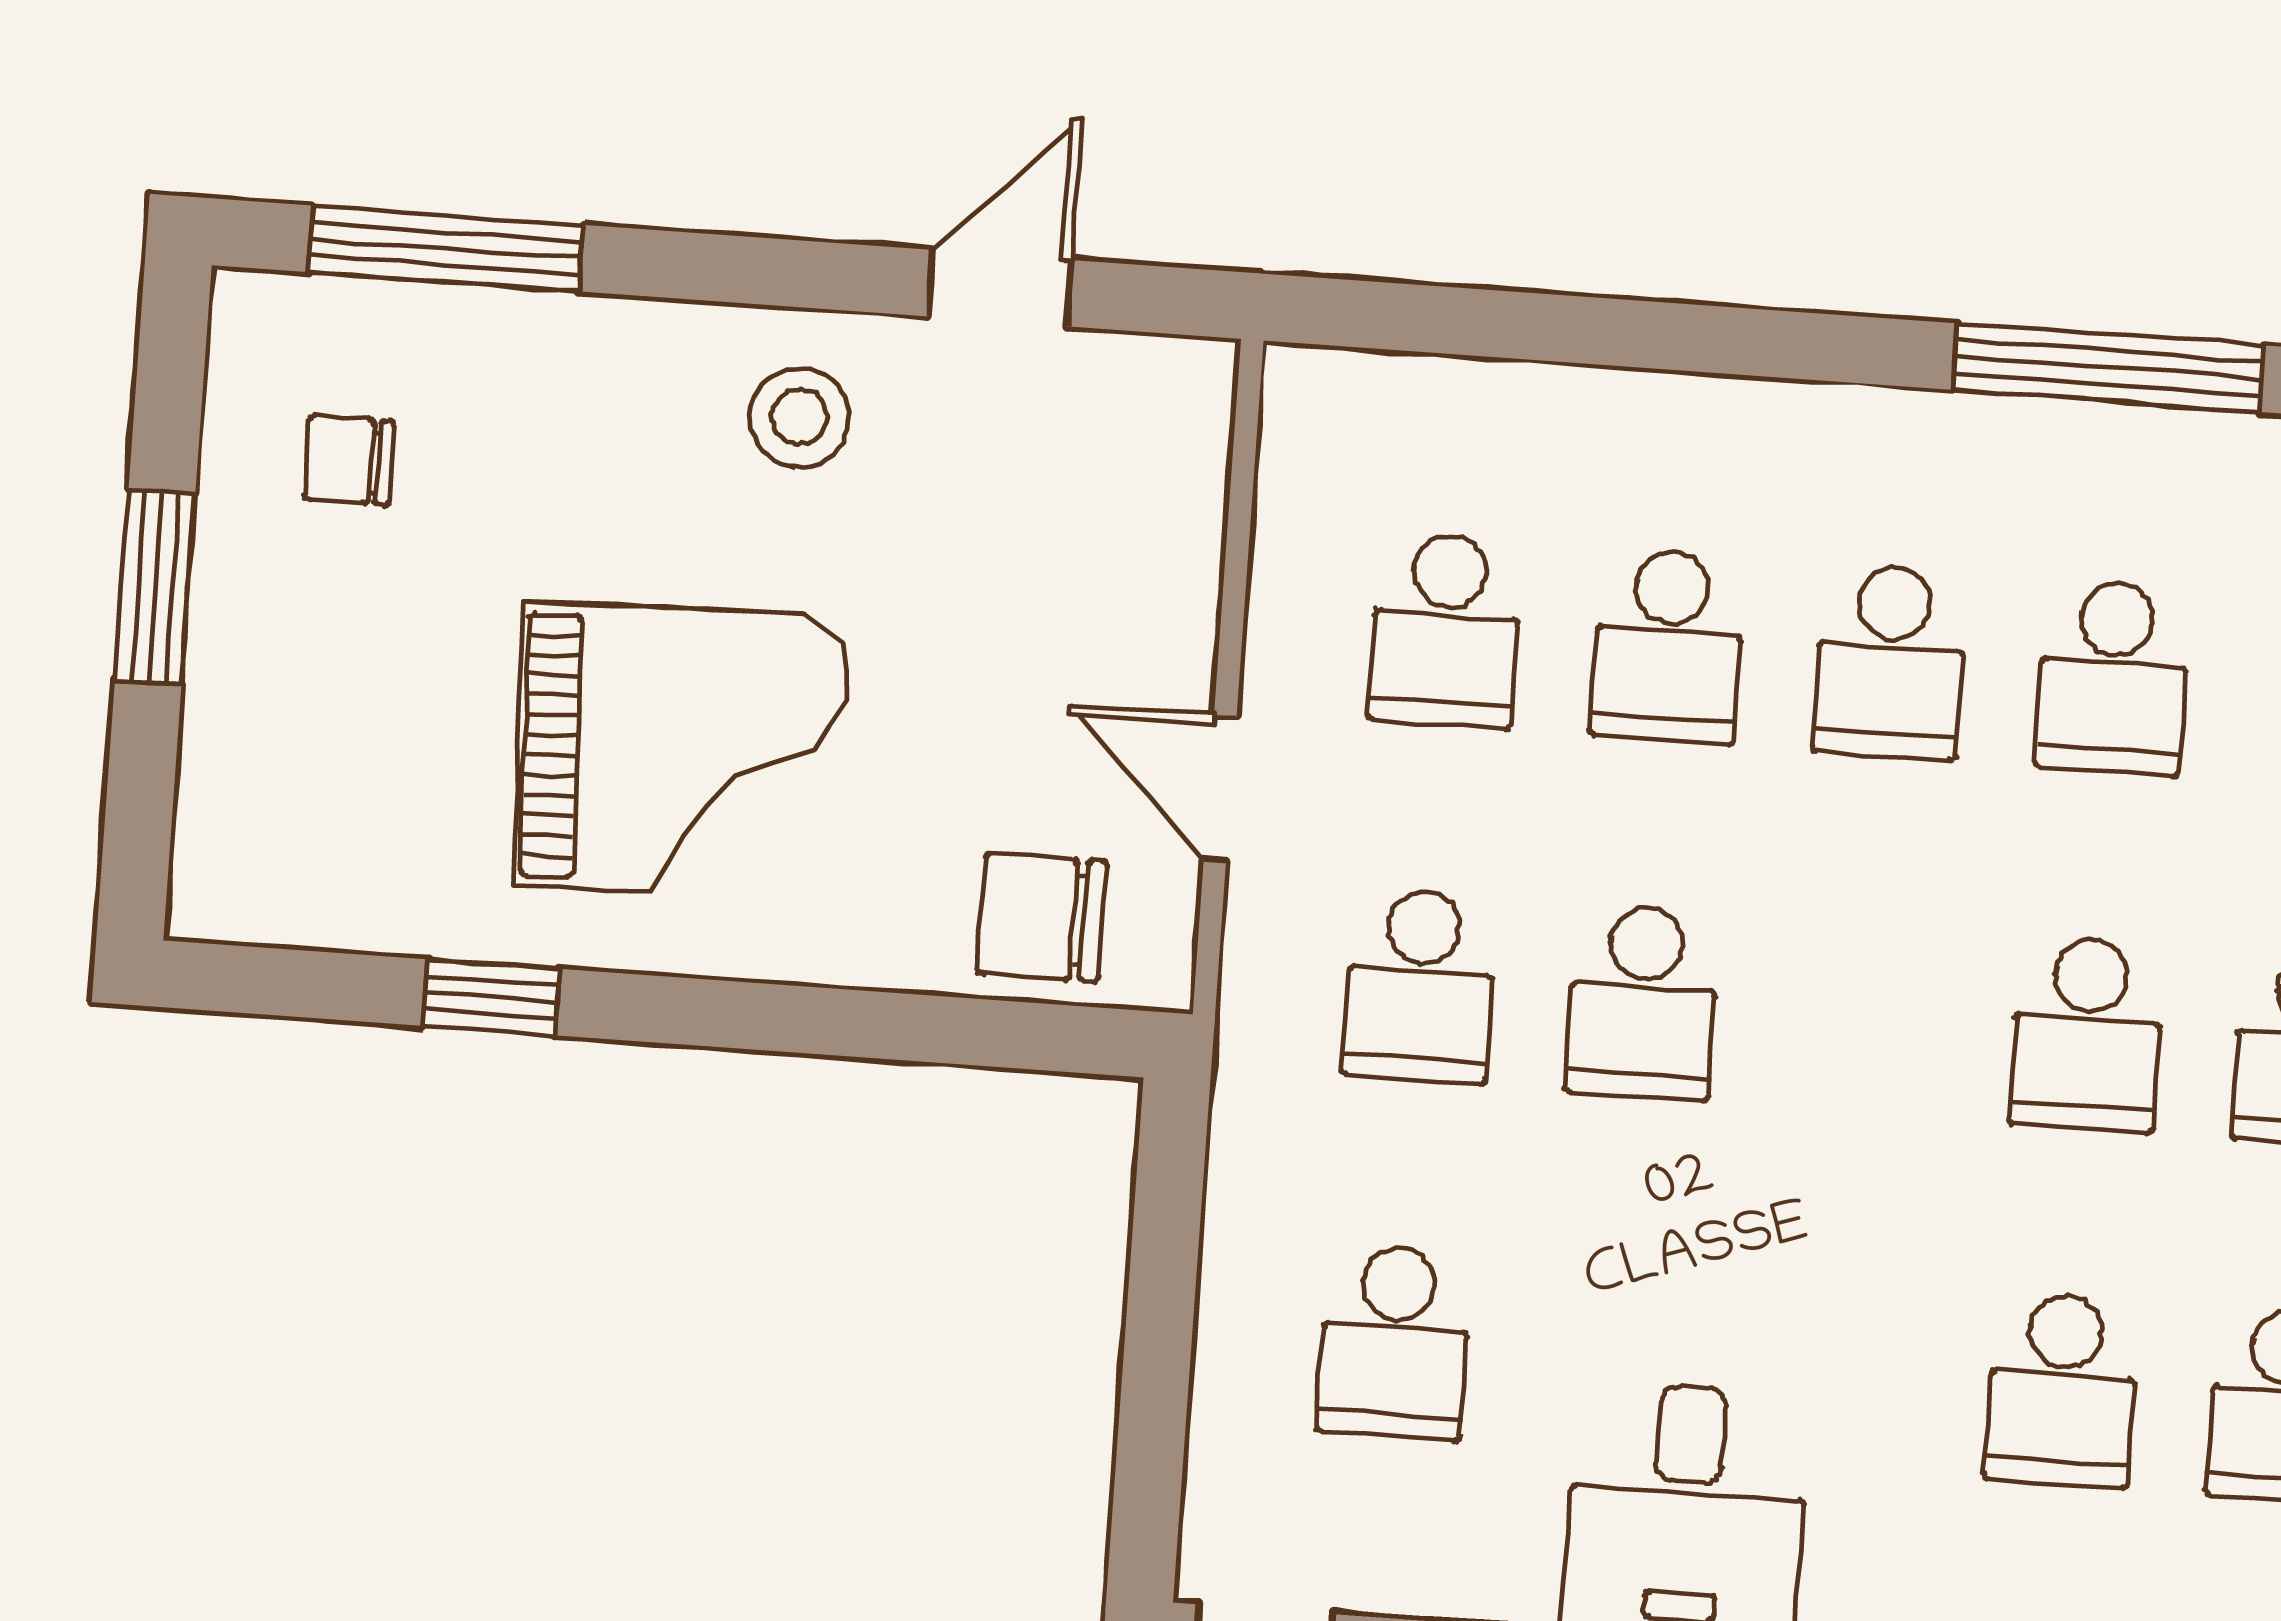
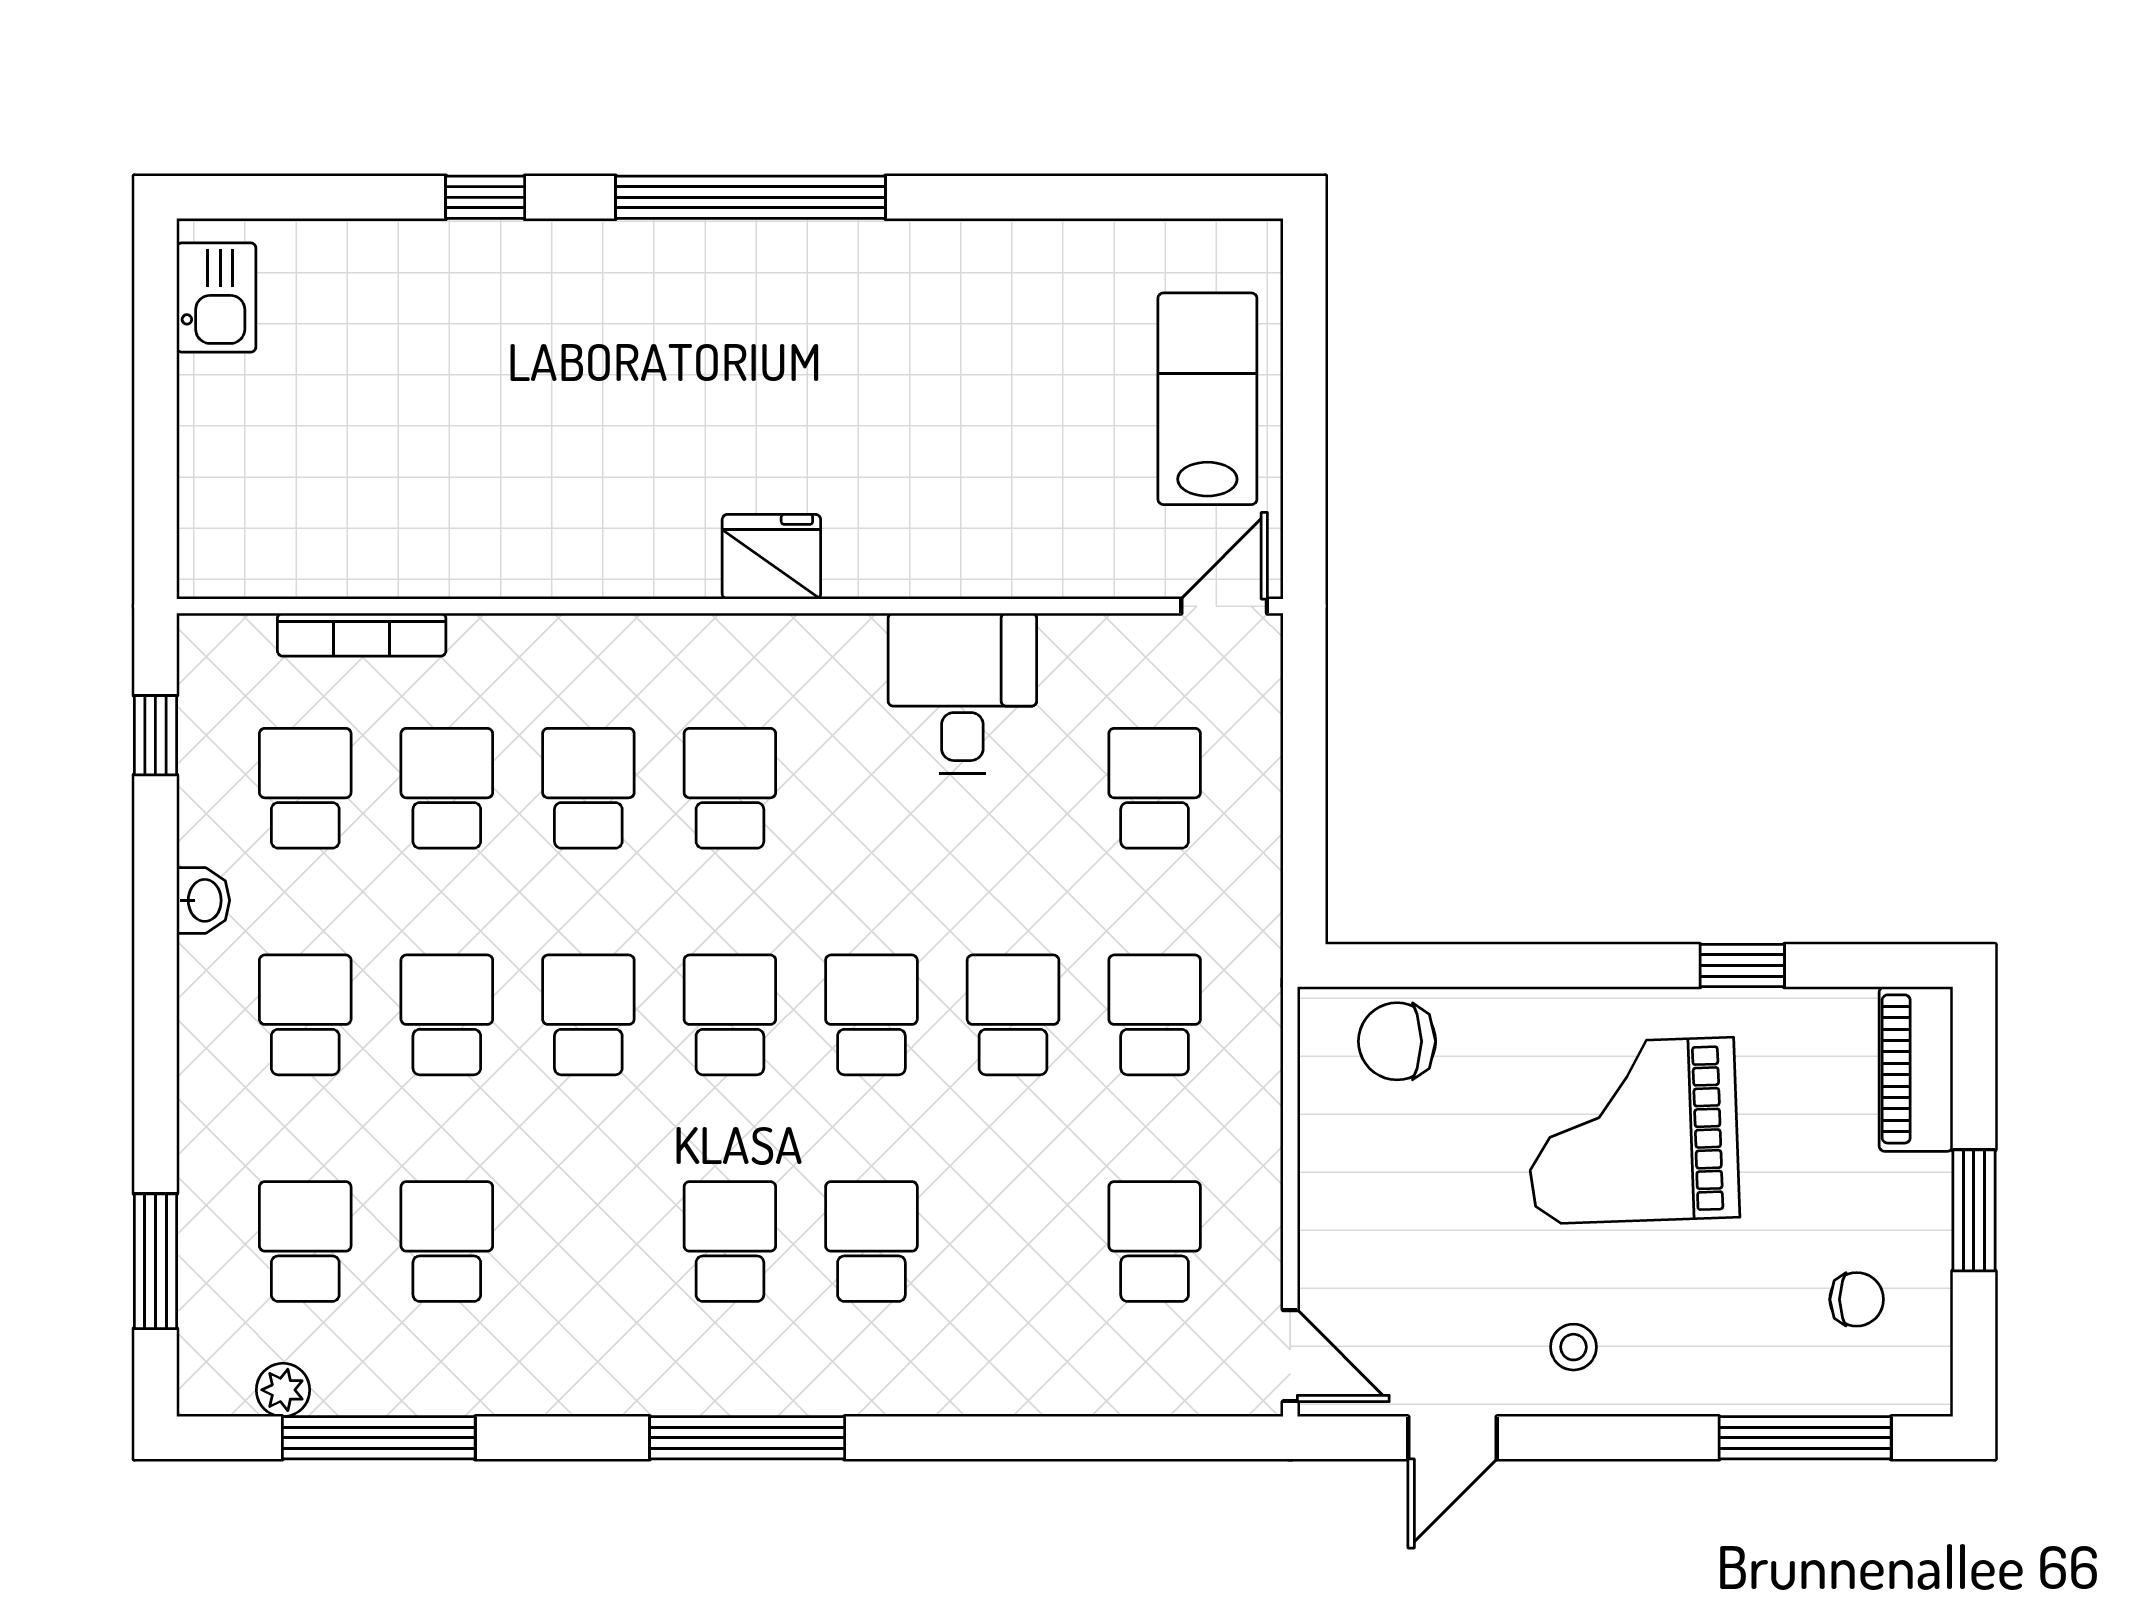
stool: (800, 417) -> (1573, 1347), width x0.73, depth x0.73
school desk: (1668, 646) -> (871, 1015), moved
door: (1220, 788) -> (1290, 1356), moved
piano: (230, 815) -> (1916, 1069), added
chair: (1042, 917) -> (1397, 1041), turned 180

